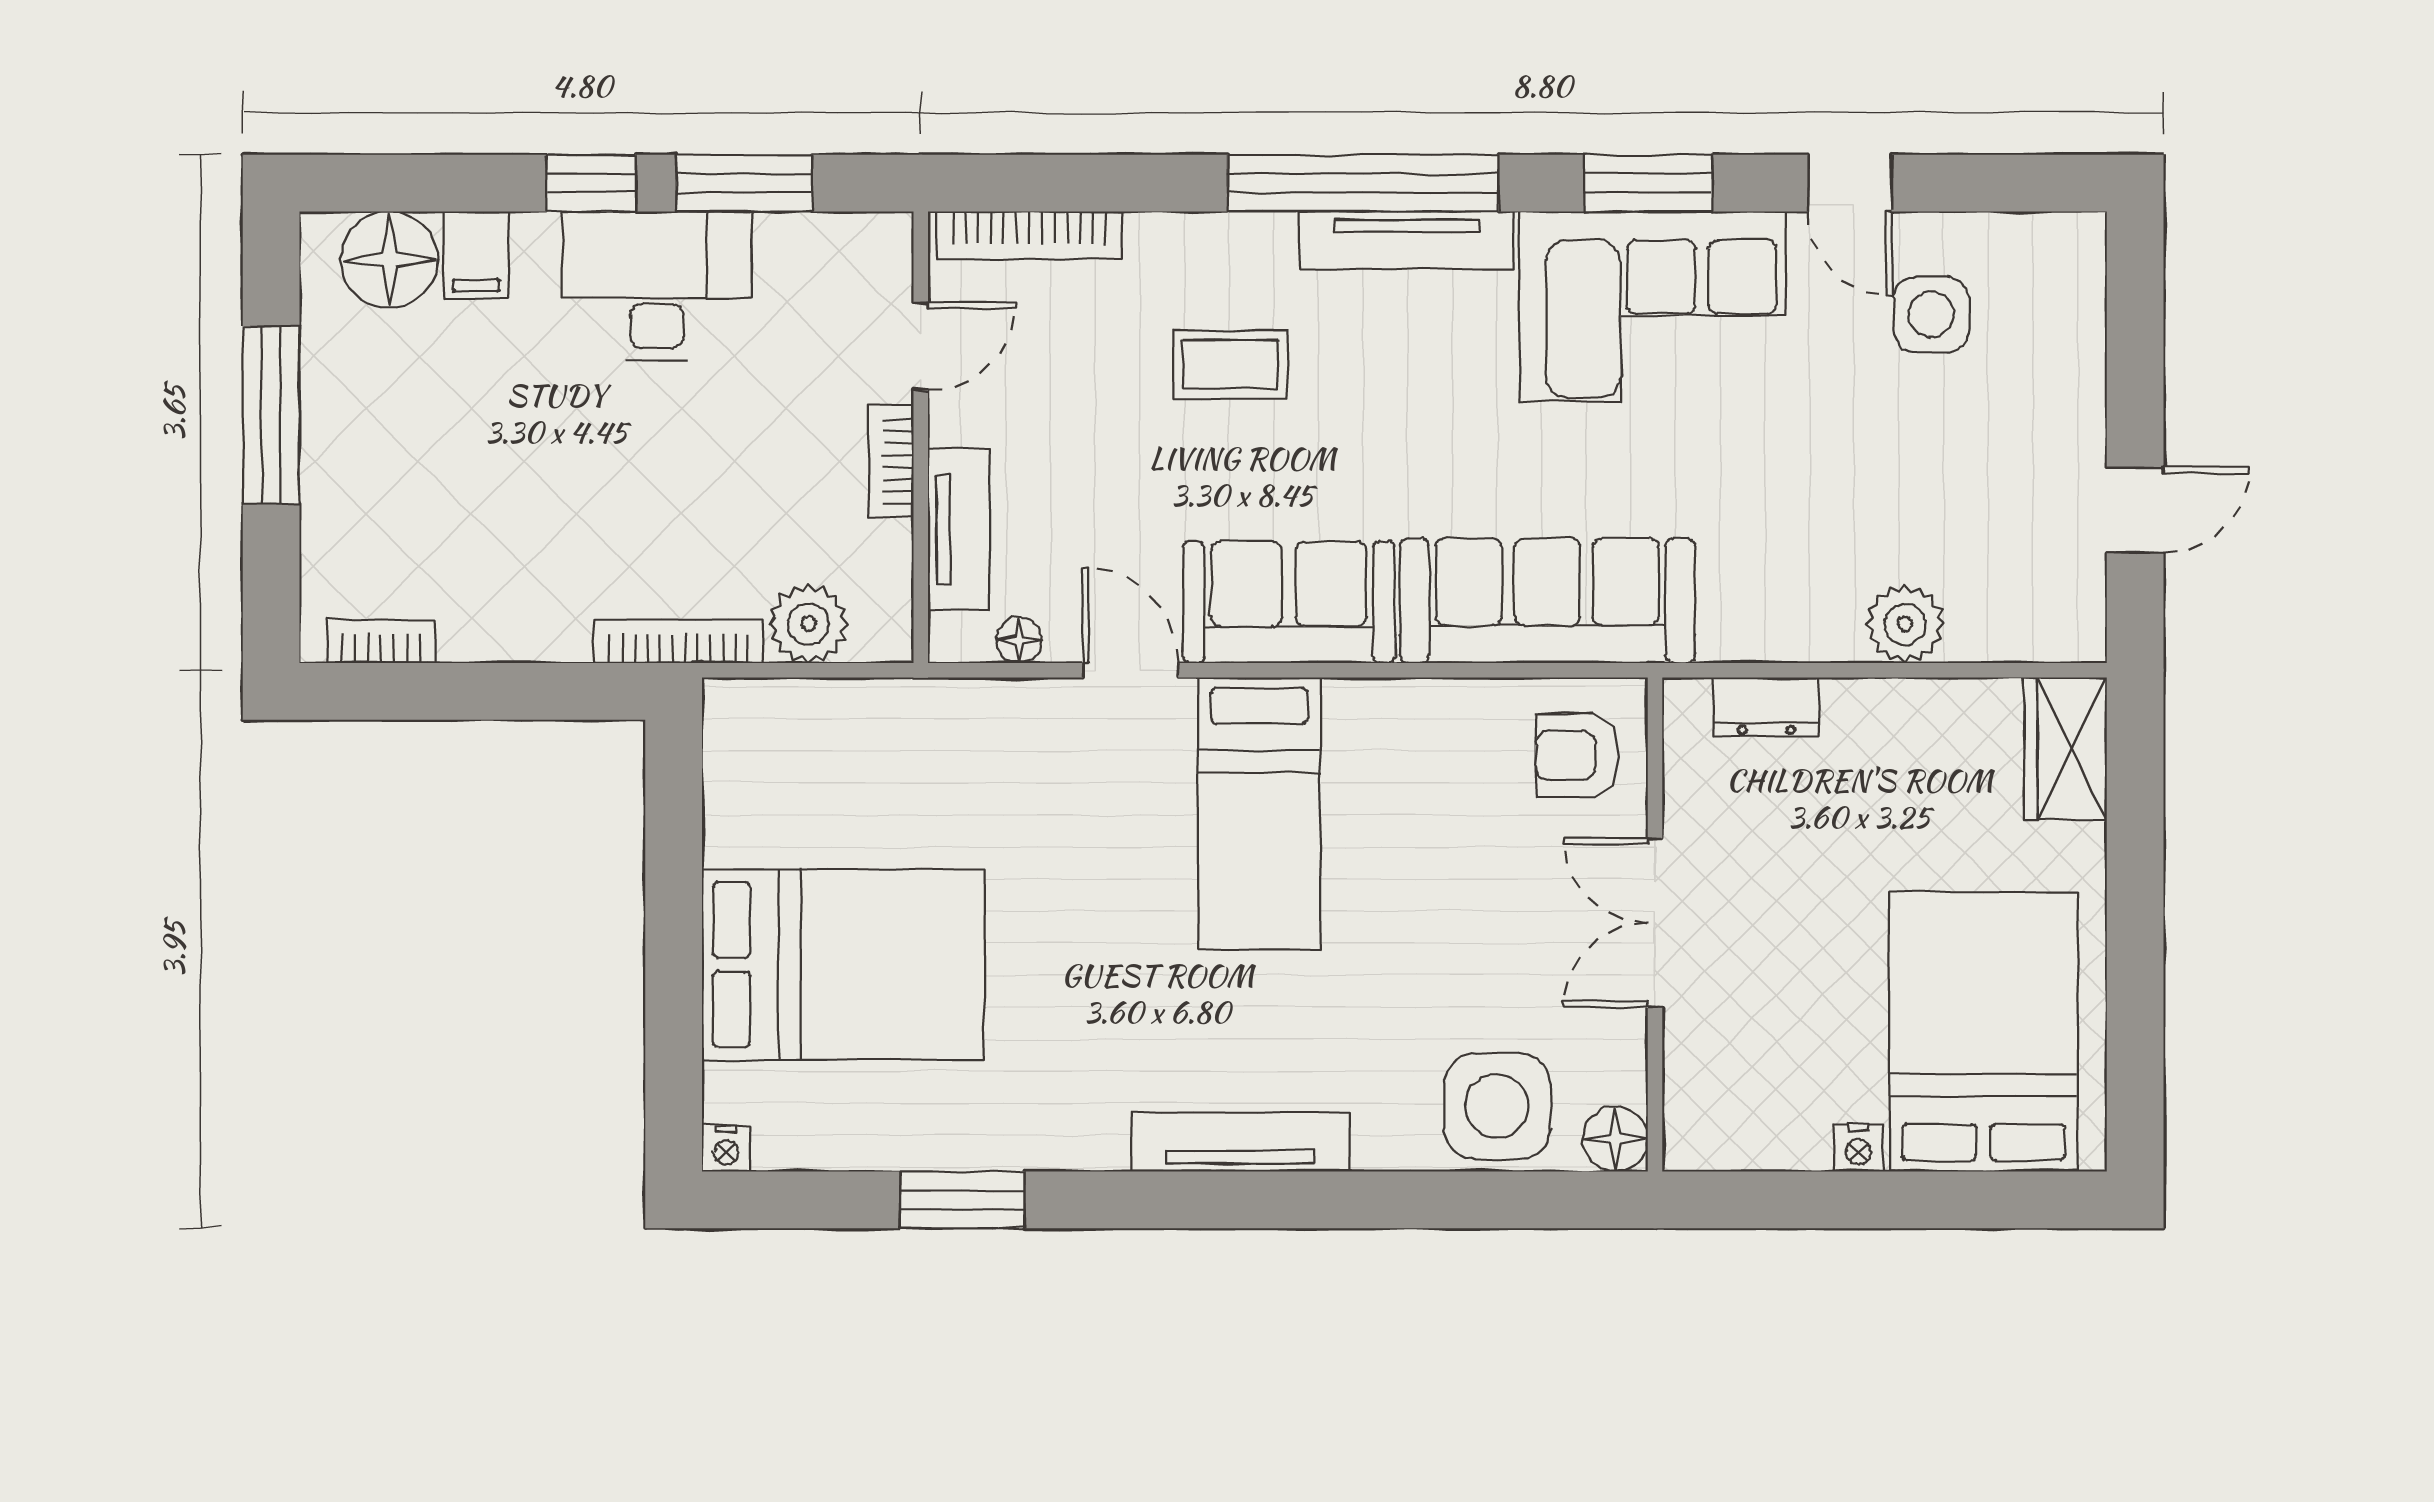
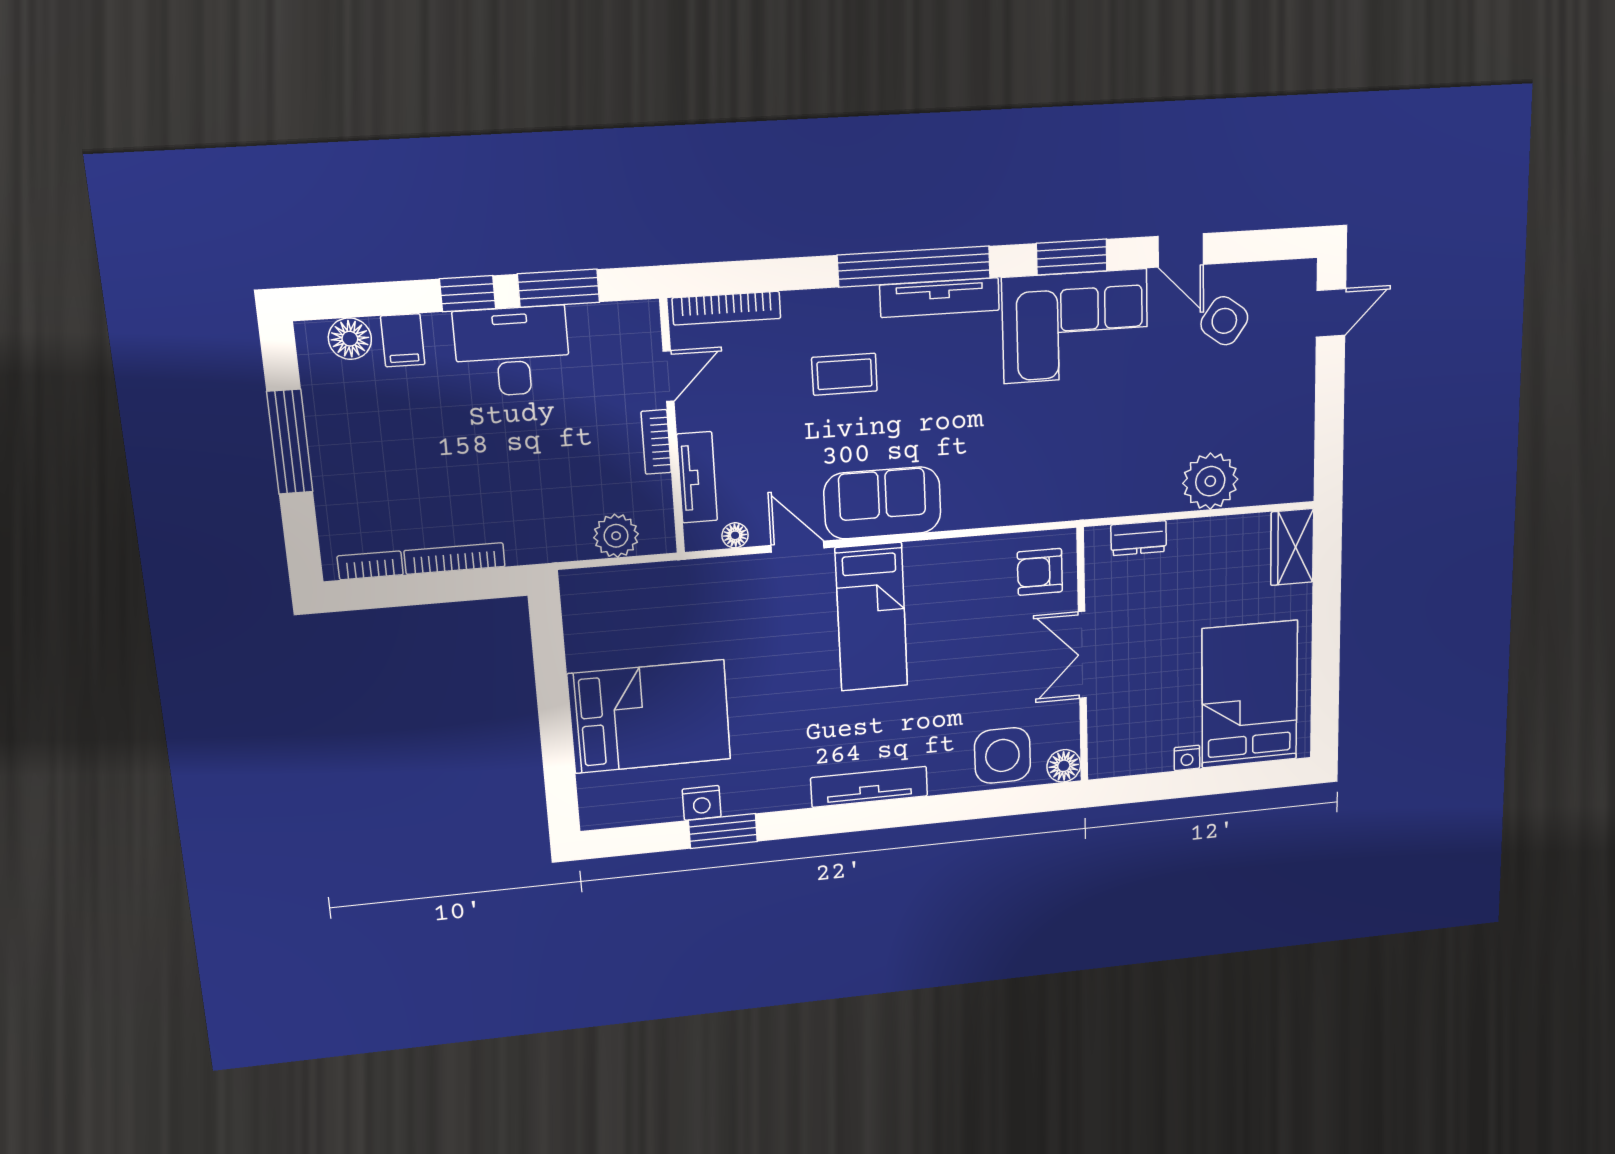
floor lamp: (389, 260) -> (350, 339), width x0.73, depth x0.73
side table: (1932, 315) -> (1224, 321), turned 36
door: (2135, 510) -> (1331, 313), moved
sofa: (1547, 601) -> (1022, 491), removed
plant: (1905, 624) -> (1210, 481), width x1.36, depth x1.36
bookcase: (678, 641) -> (455, 559), moved
nightstand: (726, 1149) -> (702, 803), moved, width x1.39, depth x1.35

